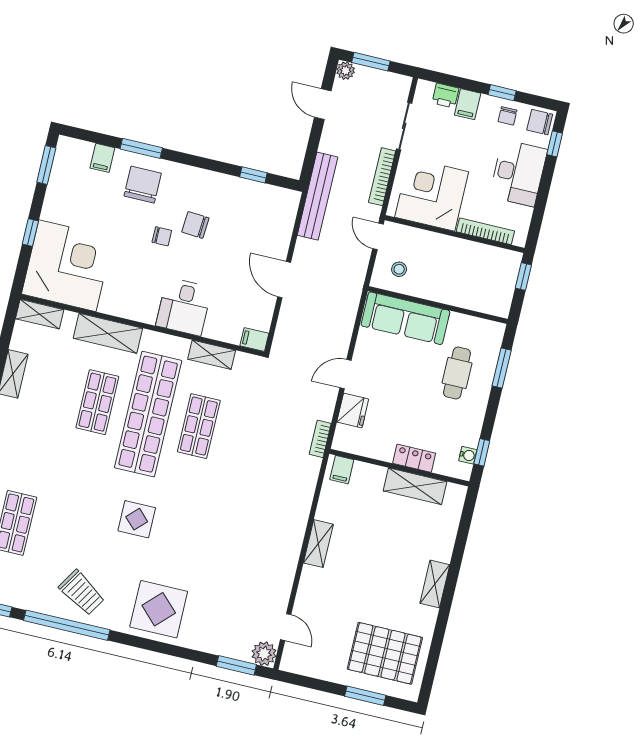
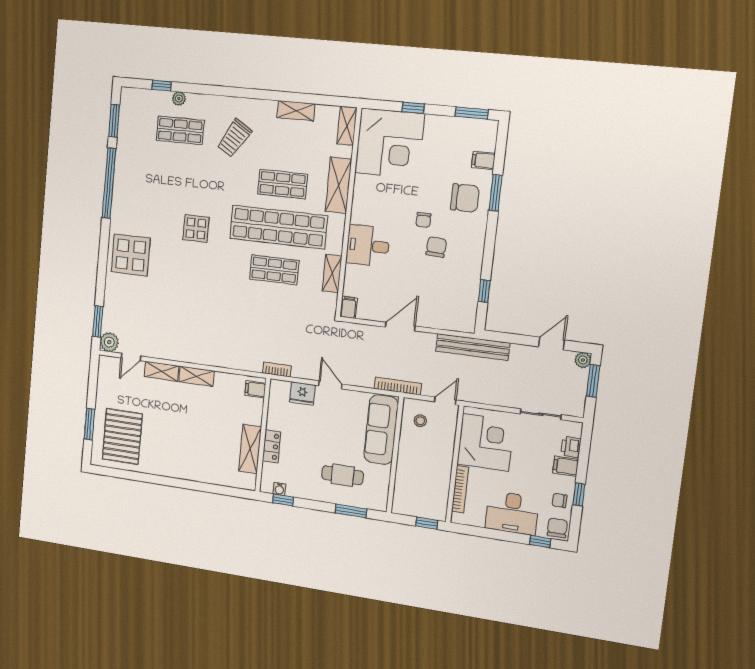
bookcase: (382, 177) -> (398, 386), moved
shelving: (435, 584) -> (162, 371), moved
trolley: (82, 593) -> (234, 138), moved

